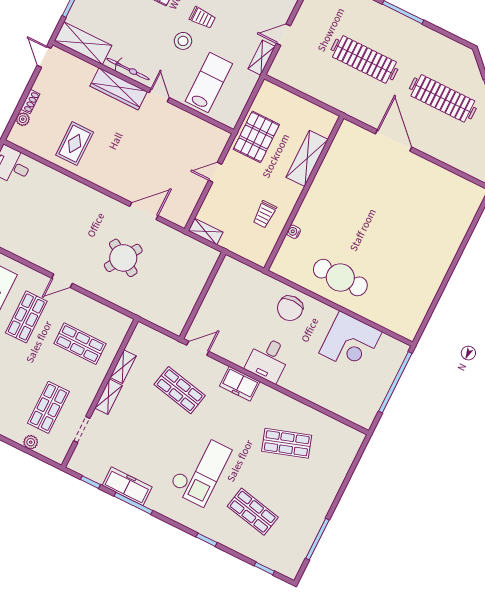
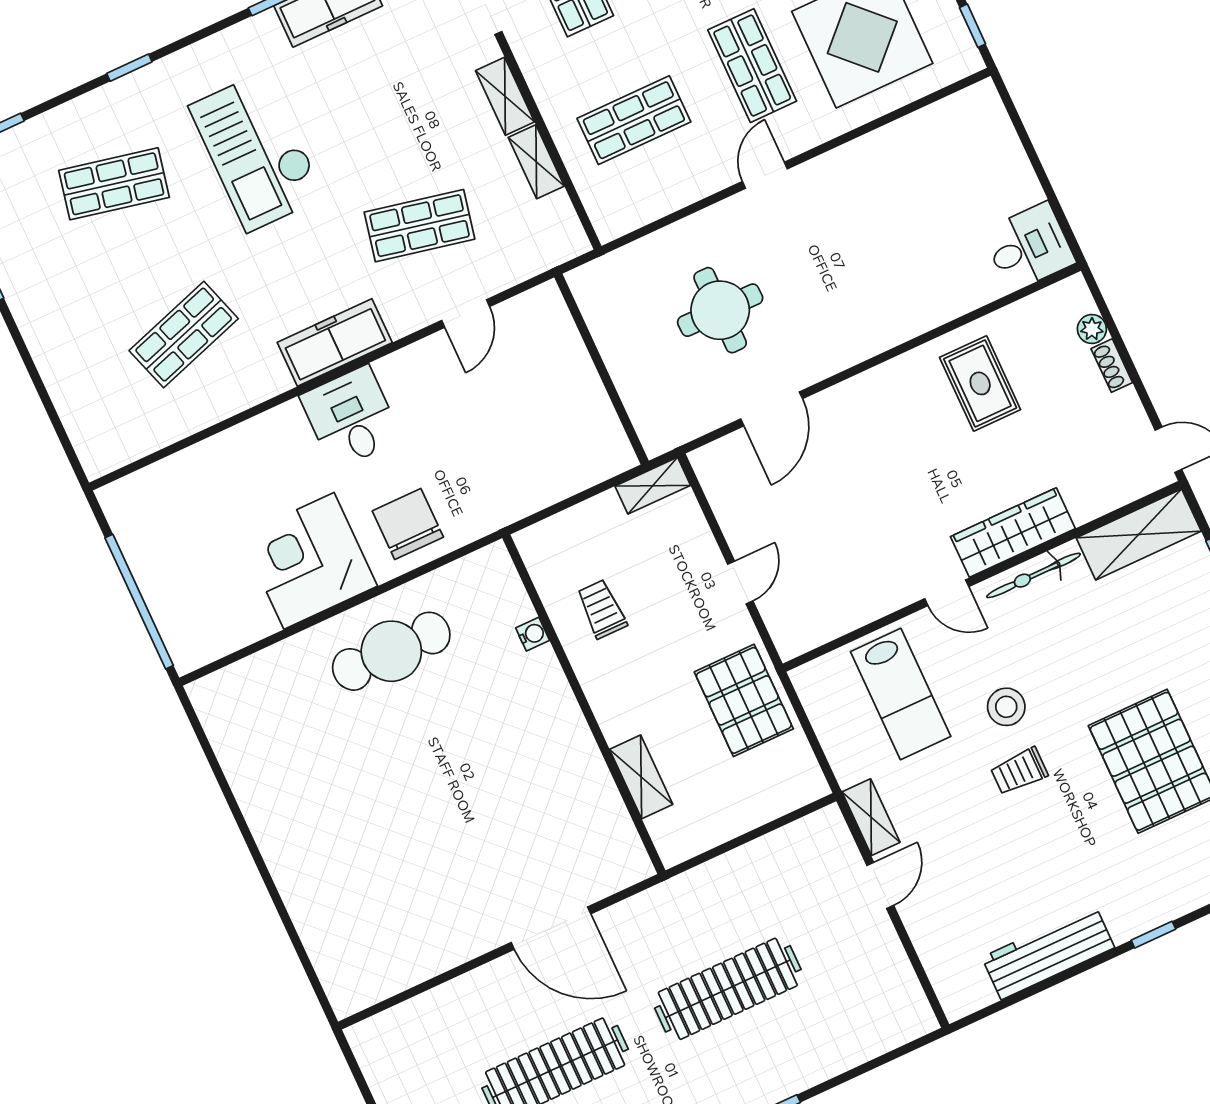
shelving: (307, 158) -> (641, 777), width x0.67, depth x0.75
round table: (123, 258) -> (720, 310), turned -32
wall: (203, 295) -> (601, 369), moved
corner desk: (350, 342) -> (309, 561), moved
freezer: (240, 384) -> (335, 342), width x1.40

